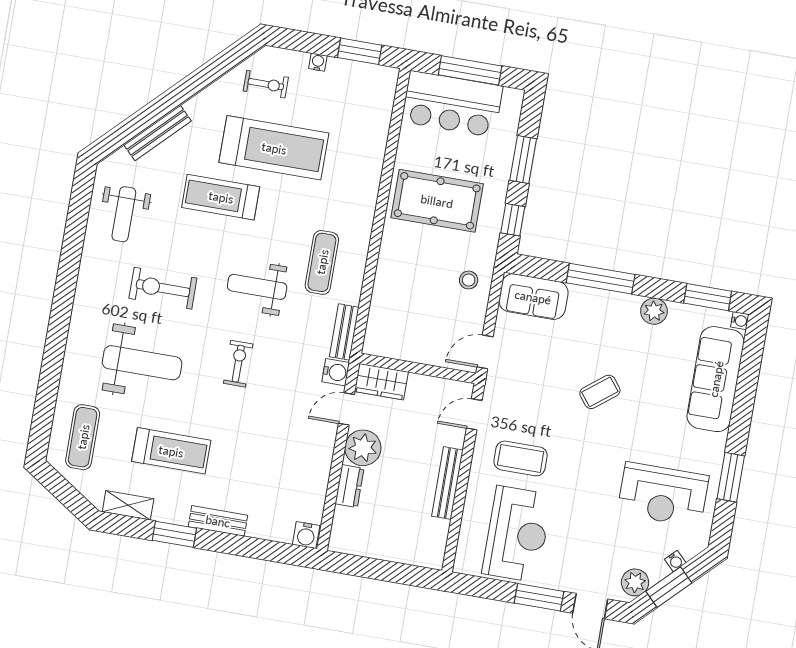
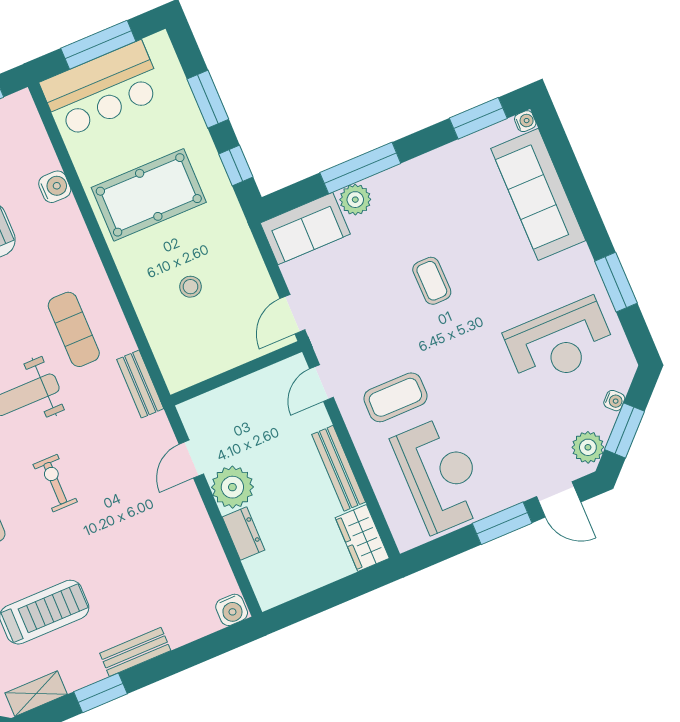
stool: (469, 280) -> (190, 287), moved
plant: (654, 311) -> (355, 200), moved
water cooler: (336, 372) -> (55, 187), moved
wardrobe: (381, 382) -> (362, 538), moved, turned 90
coffee table: (600, 392) -> (432, 281), turned -53

